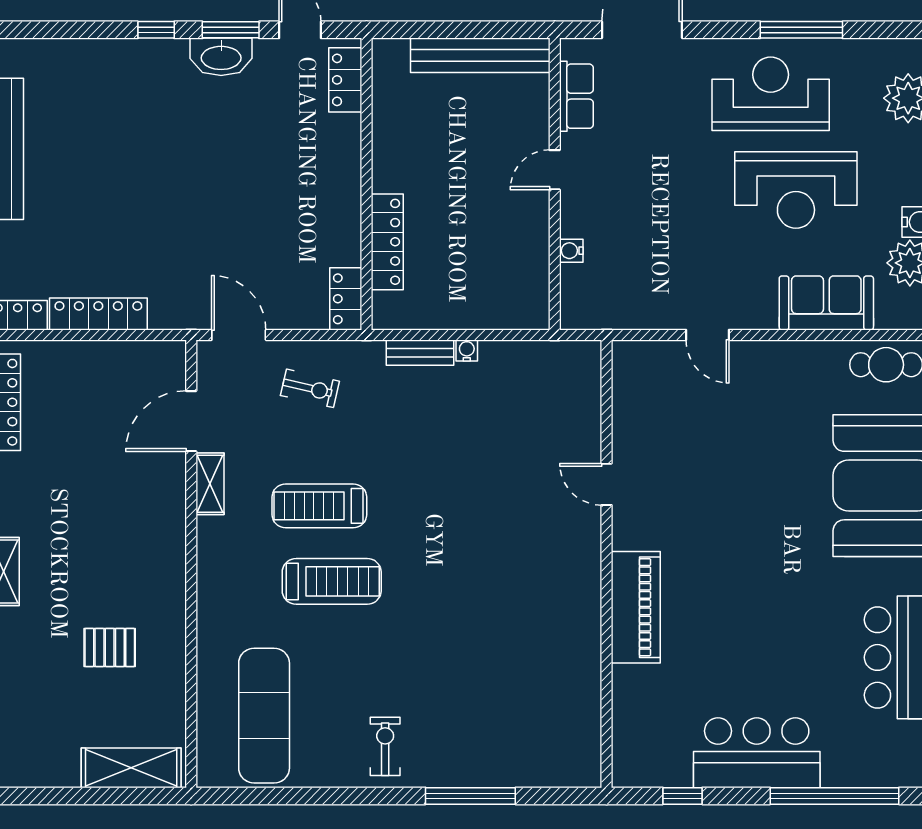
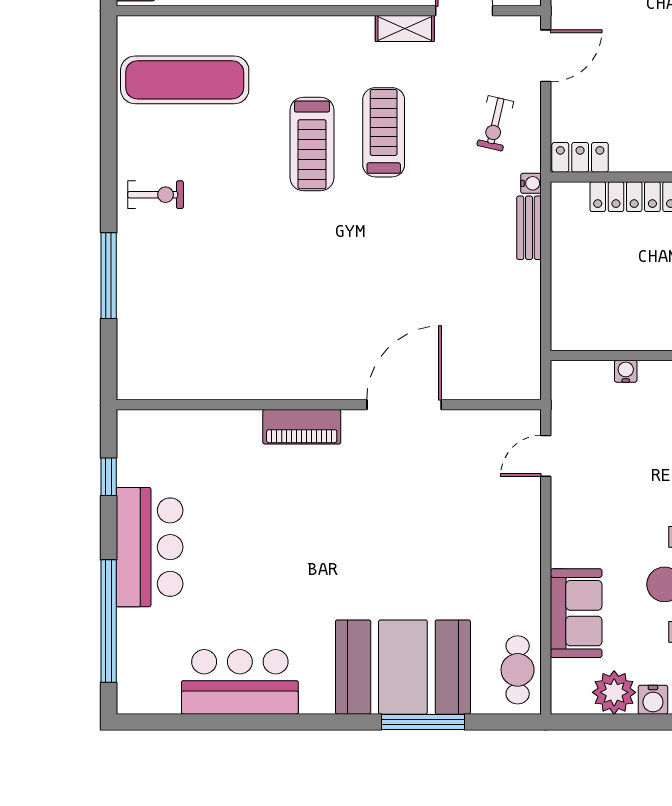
door: (708, 335) -> (546, 456), moved
water cooler: (467, 350) -> (531, 183), moved
door: (607, 484) -> (404, 405), width x1.88
piano: (636, 607) -> (302, 427), width x0.73, depth x0.75

